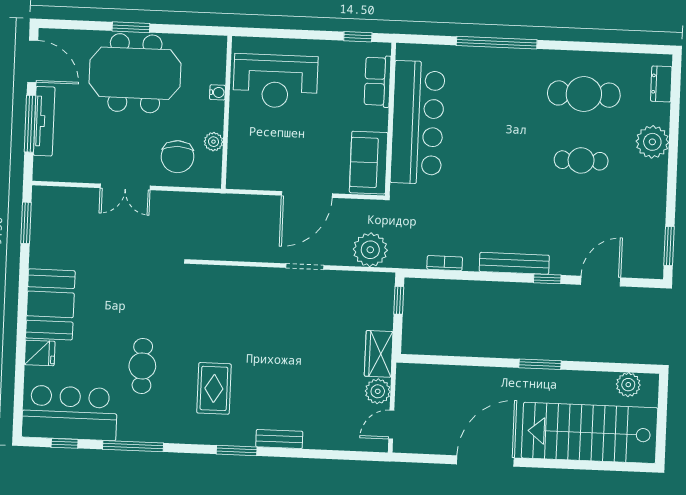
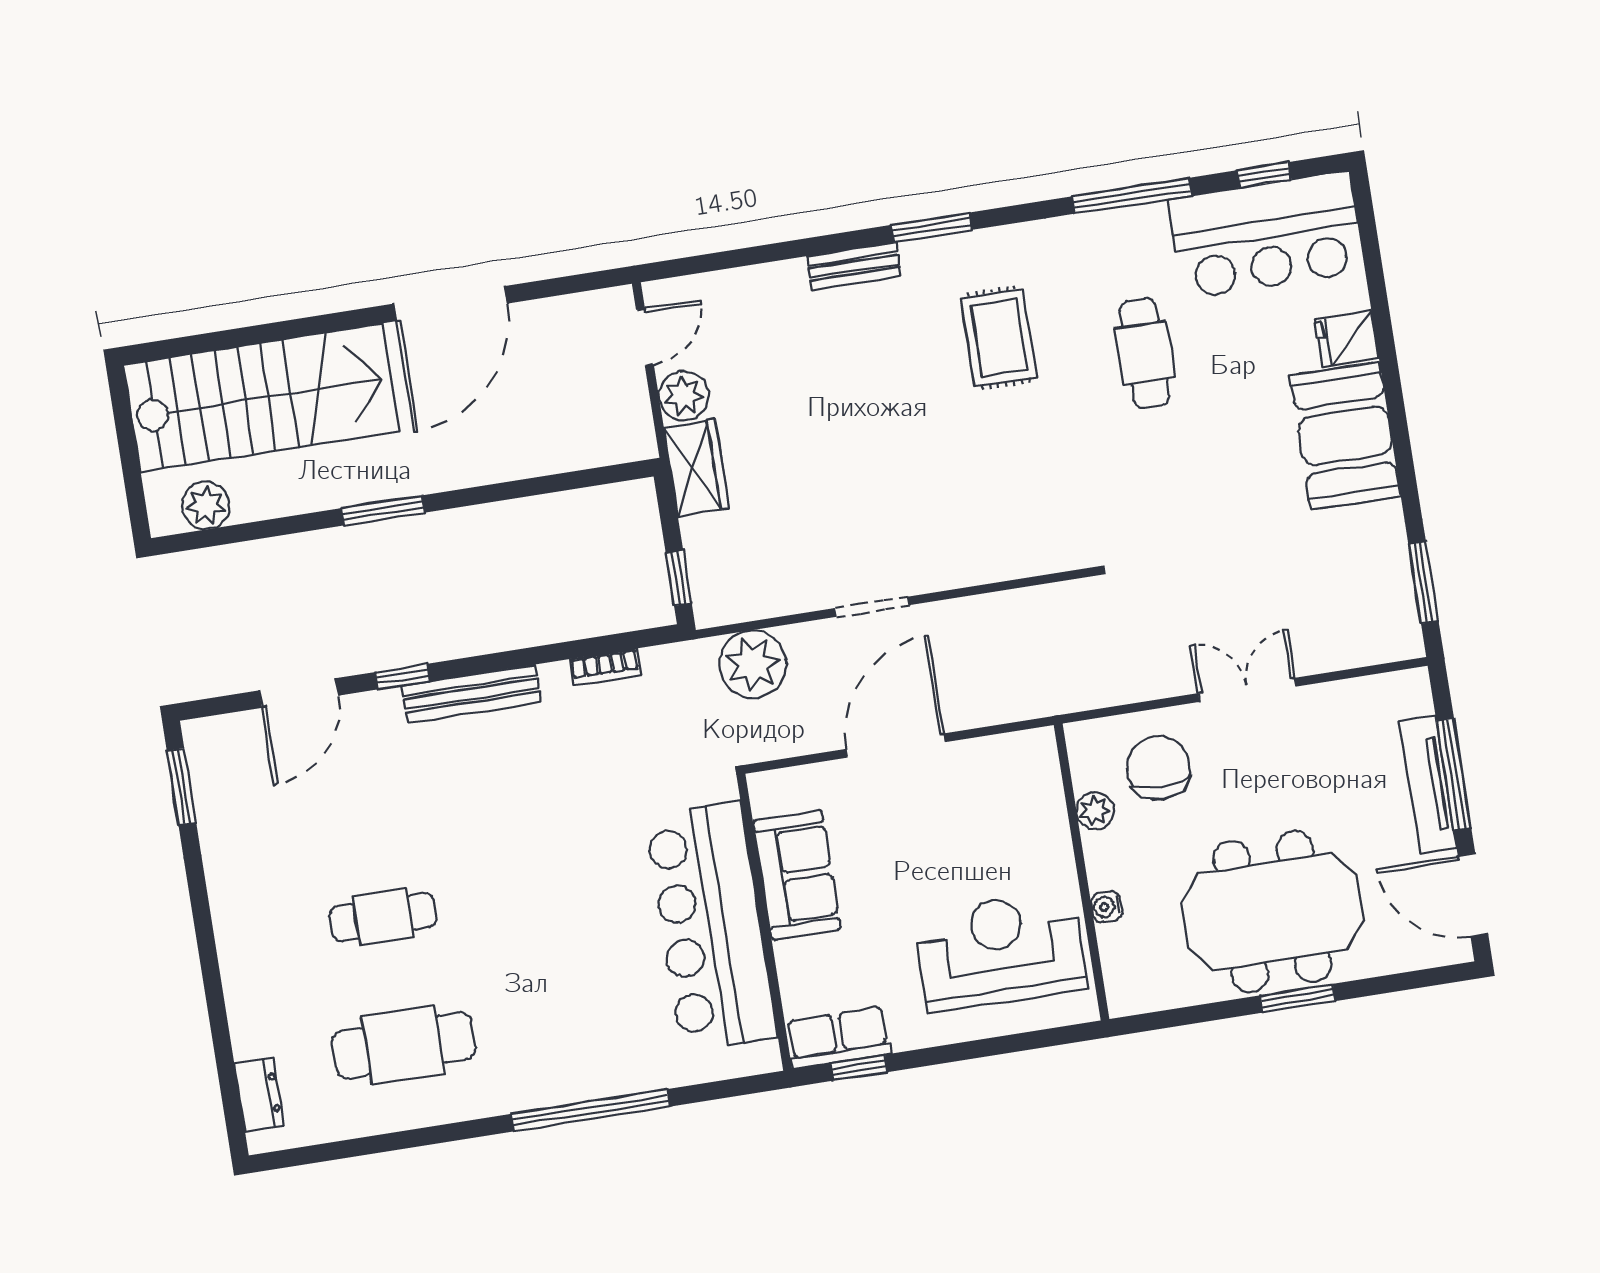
row of seats: (378, 81) -> (838, 1038), moved, turned -90
plant: (652, 142) -> (254, 980), removed
sofa: (369, 163) -> (797, 875), moved

